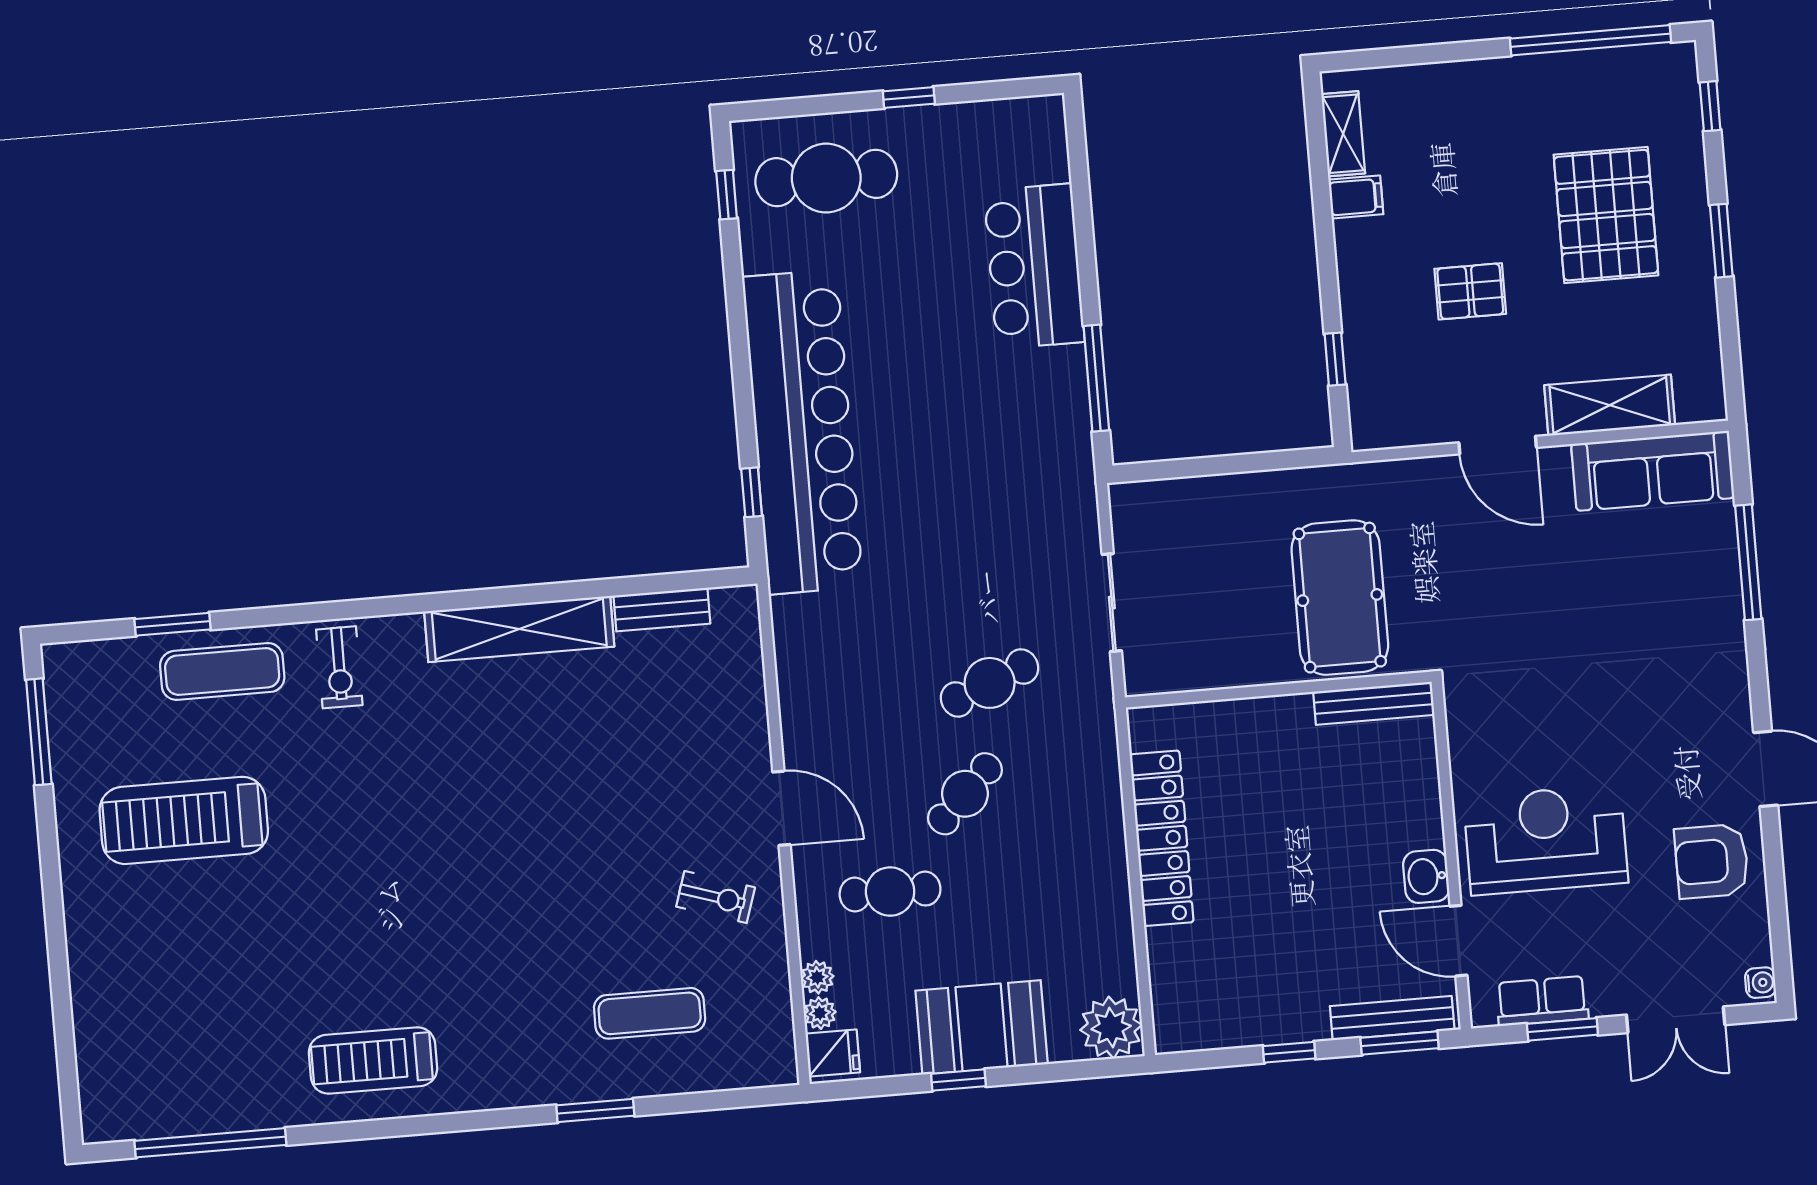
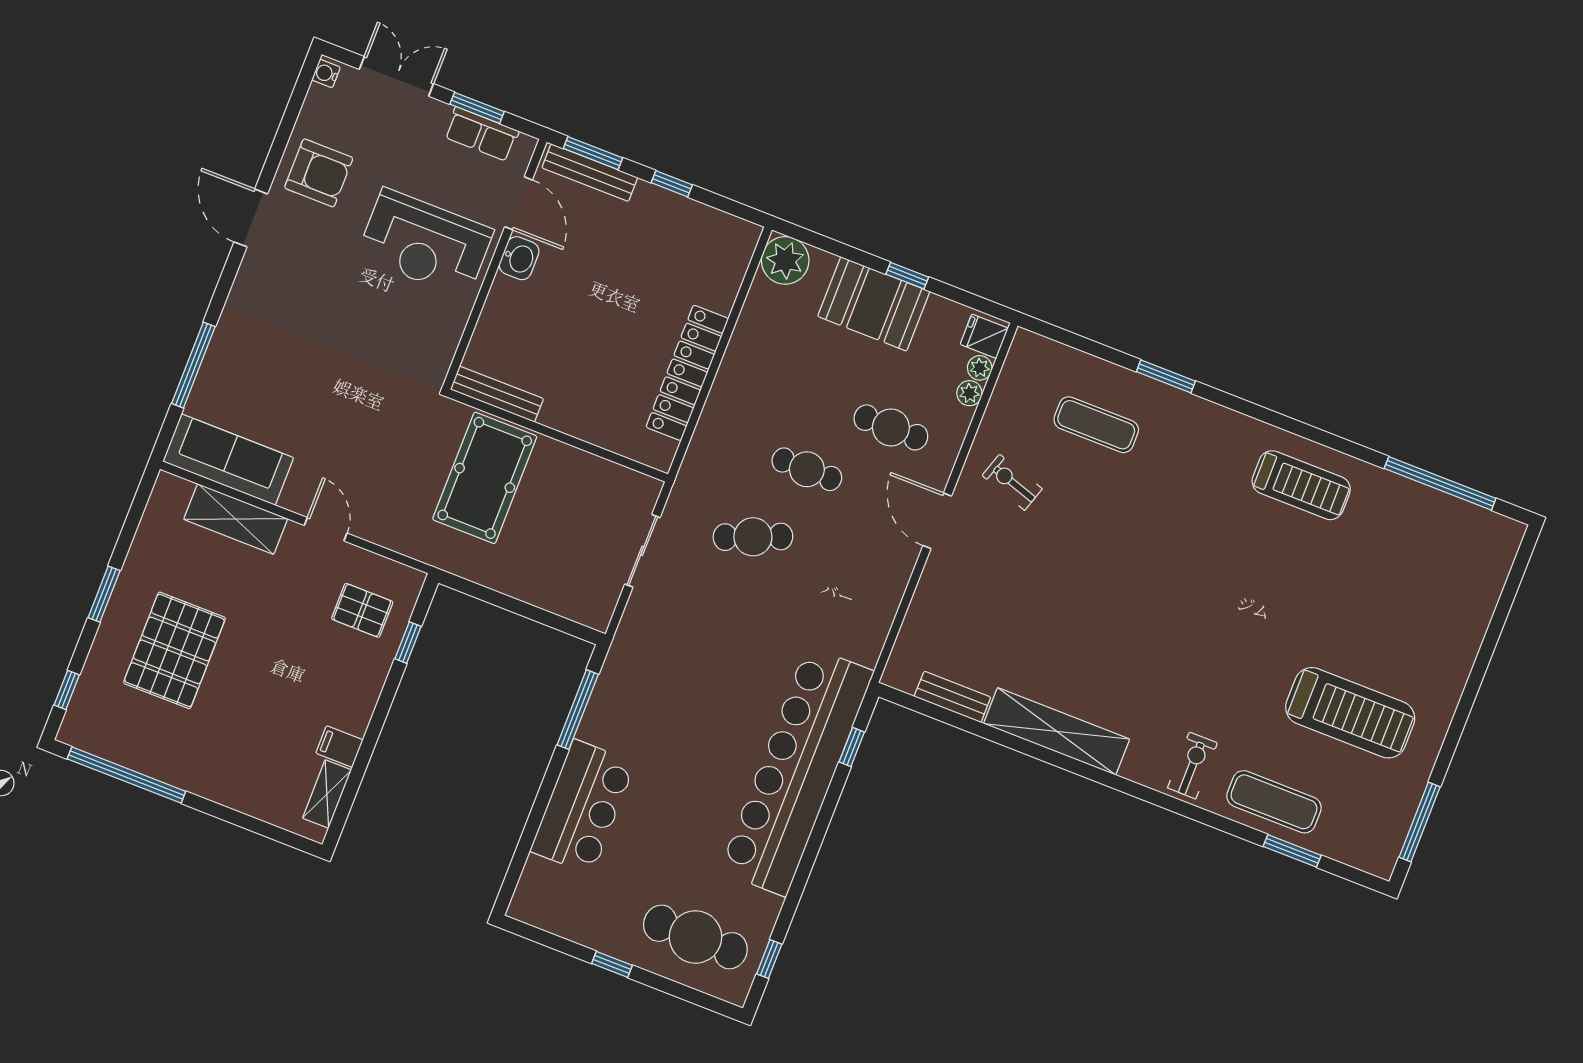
pallet: (1470, 291) -> (362, 610), moved
door: (1498, 445) -> (326, 529), width x0.73
cafe table: (965, 794) -> (807, 469), turned 45

